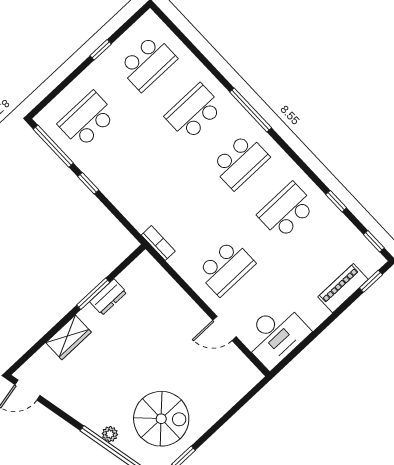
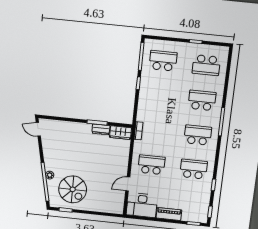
school desk: (240, 161) -> (198, 135), turned 180
school desk: (226, 268) -> (152, 165), turned 180
piano: (343, 288) -> (169, 214), moved
door: (225, 328) -> (128, 184), hinge flipped
wardrobe: (69, 337) -> (120, 133), moved

